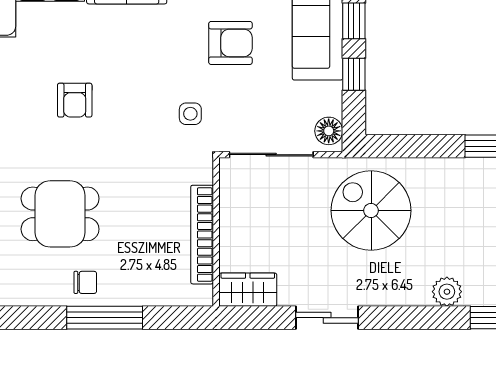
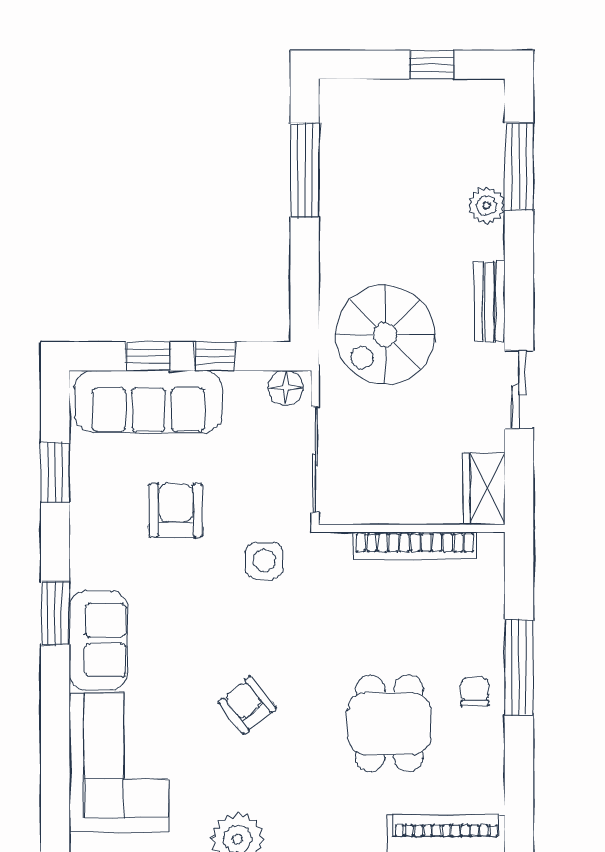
armchair: (75, 100) -> (247, 705), turned -129
side table: (190, 114) -> (264, 561), width x1.37, depth x1.37
plant: (447, 292) -> (486, 205), moved
bench: (398, 294) -> (490, 302), added

